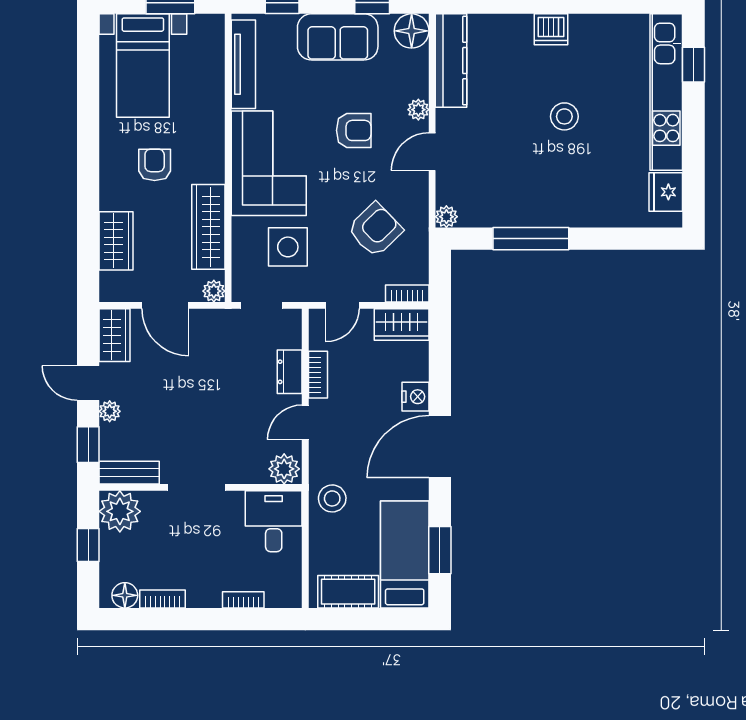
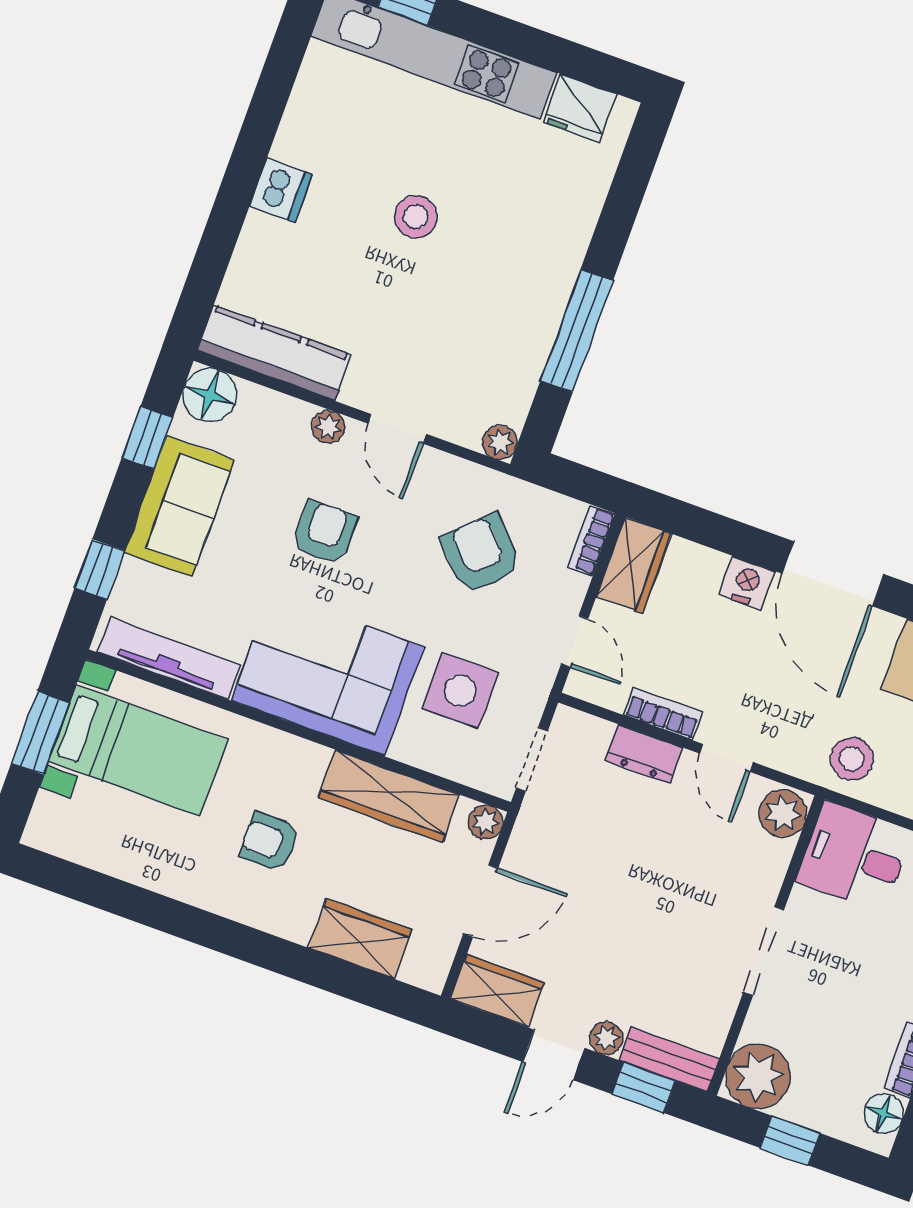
bed with nightstands: (143, 65) -> (138, 751), moved
bench: (129, 473) -> (669, 1060), moved, turned 90

